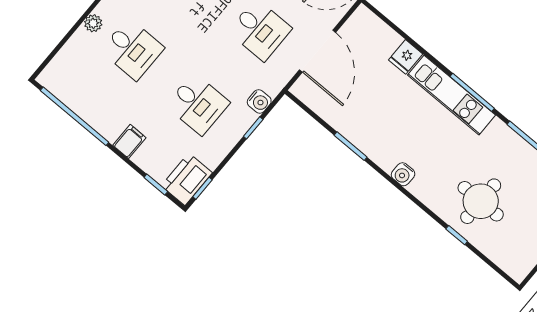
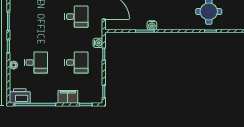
filing cabinet: (129, 141) -> (68, 97), width x2.00
water cooler: (403, 174) -> (152, 25), moved
printer: (187, 179) -> (20, 96), moved, turned 90

